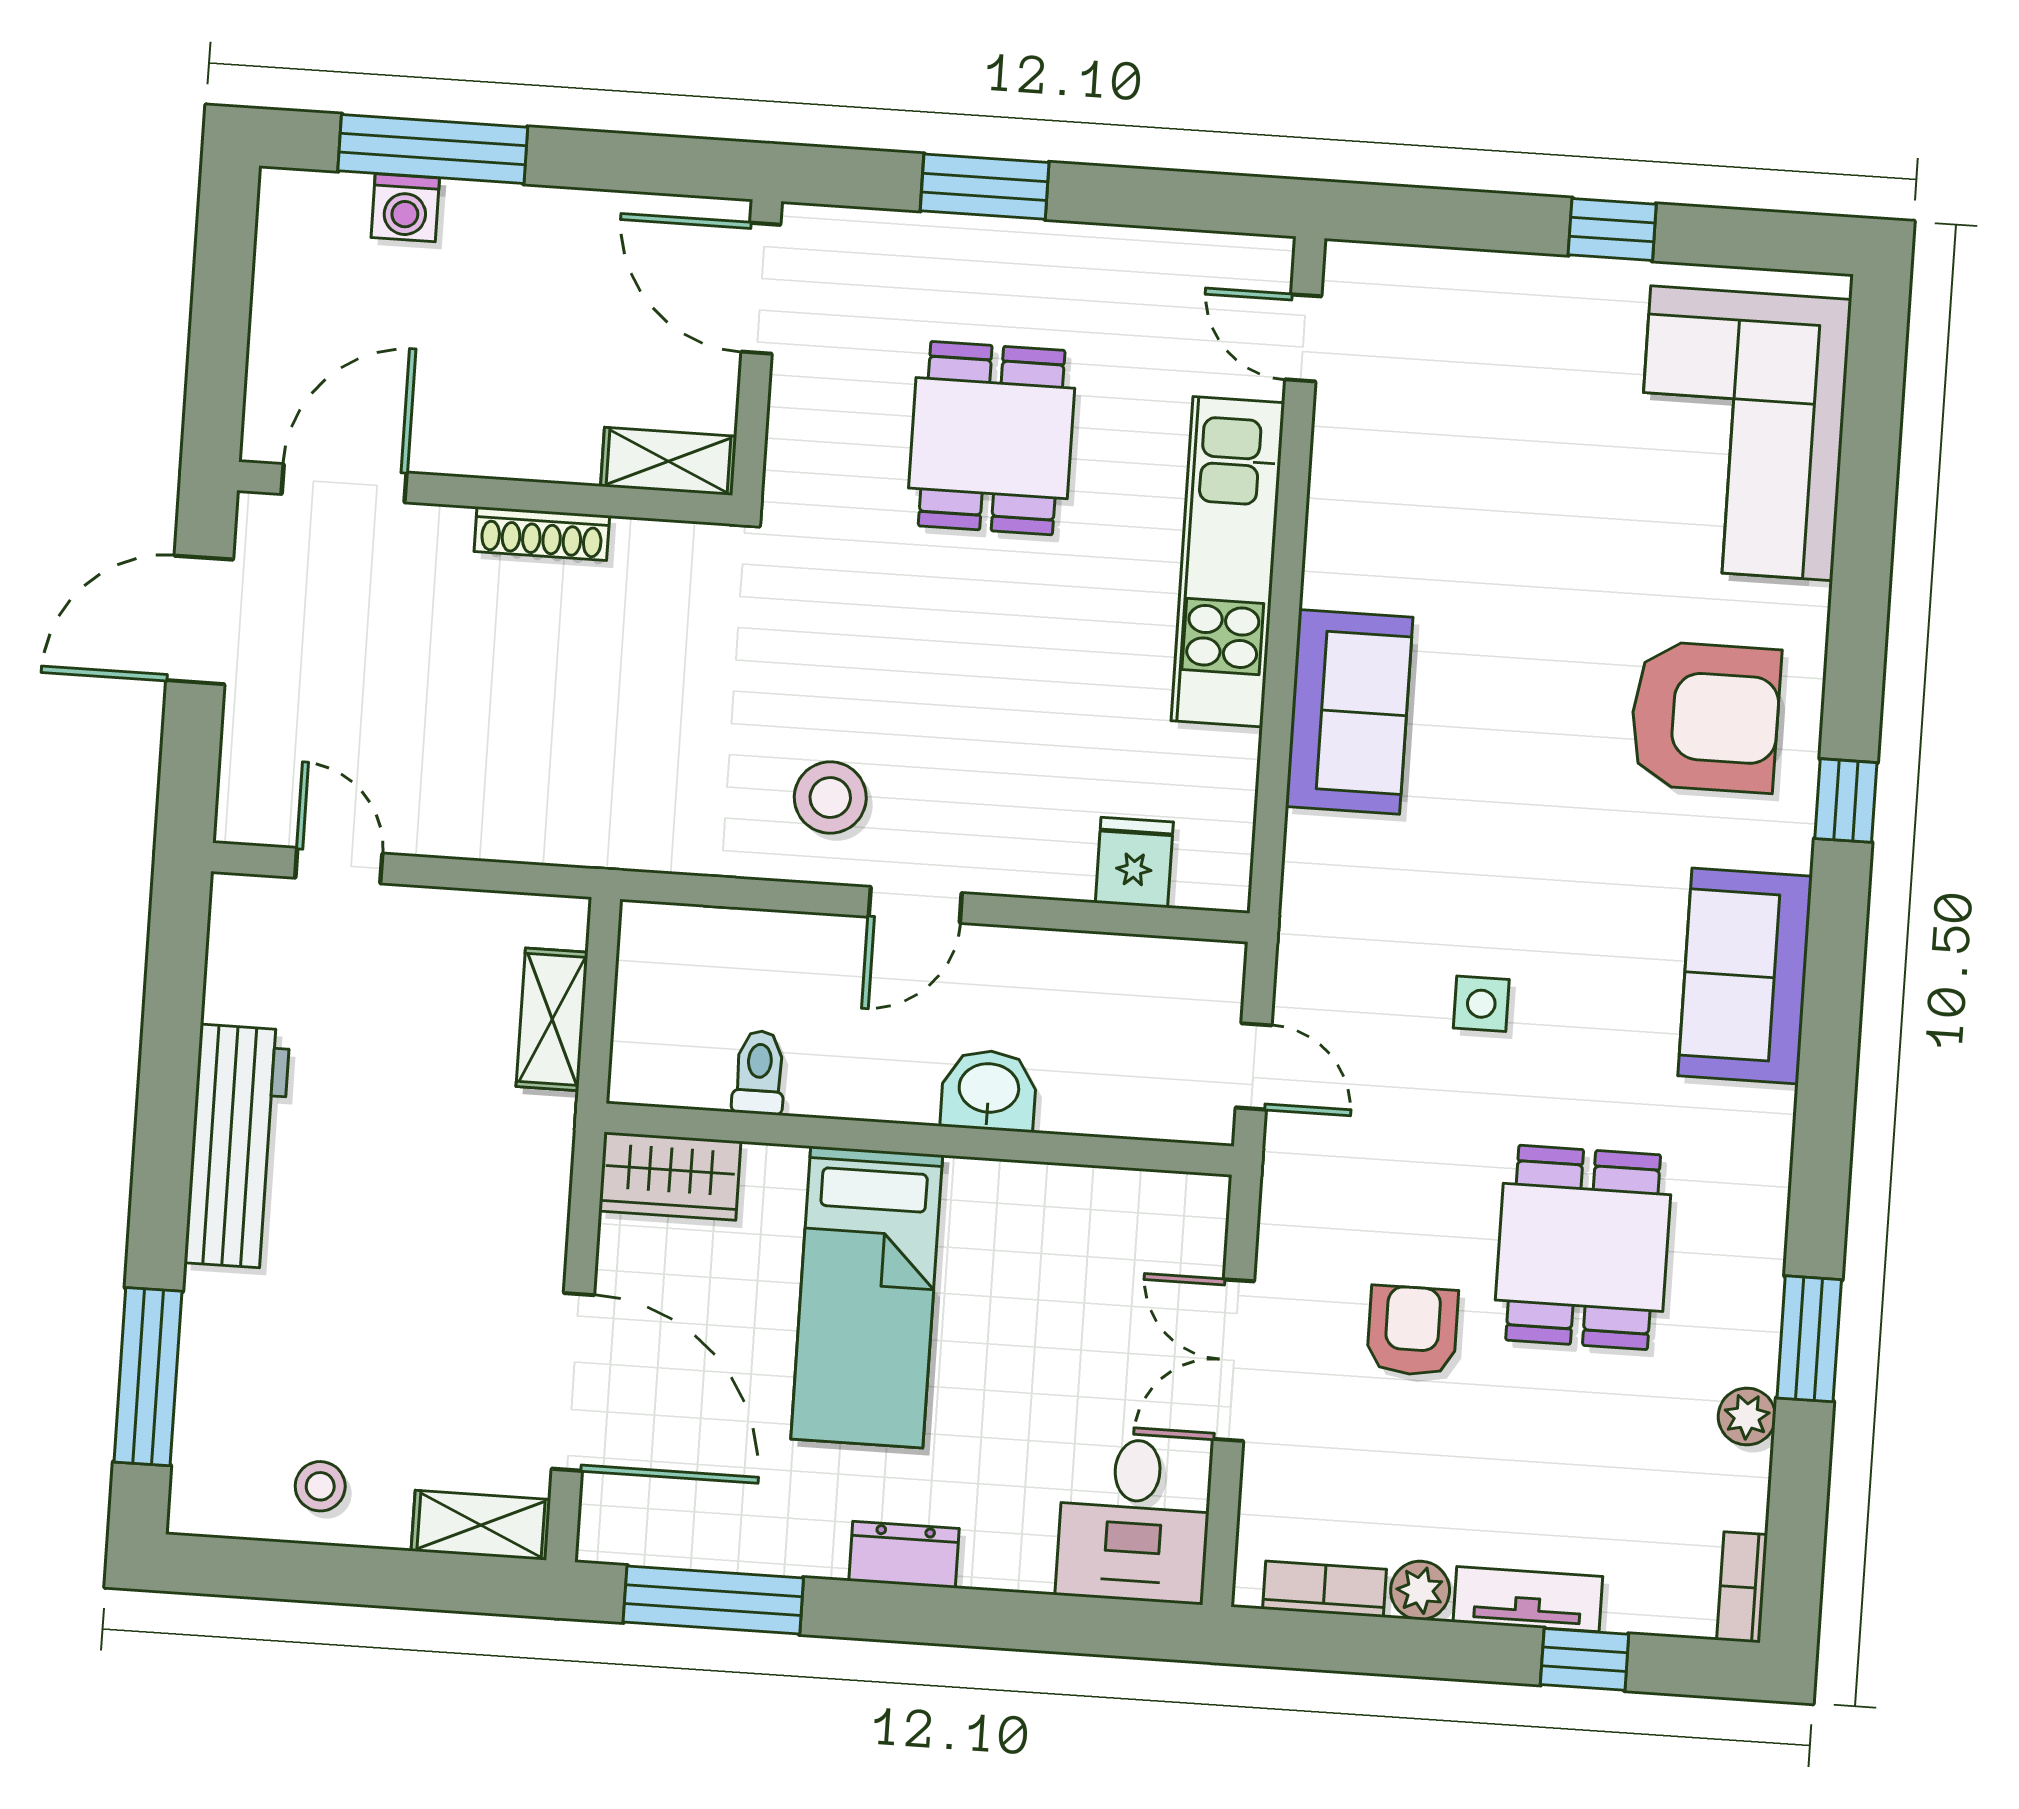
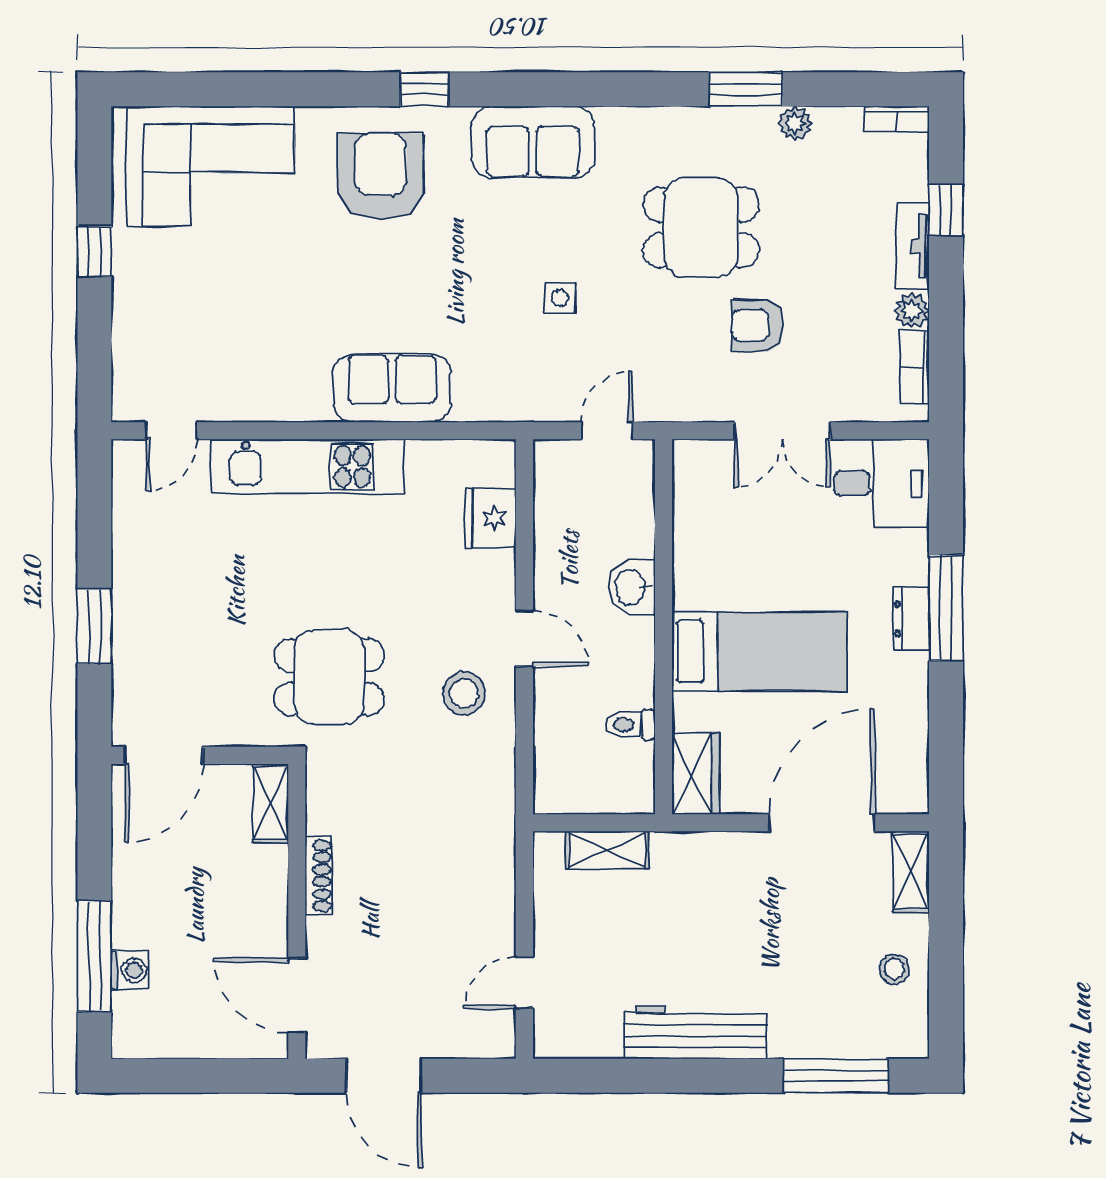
dining table: (992, 438) -> (329, 677), moved
fridge: (1134, 863) -> (490, 518), width x1.38
window: (713, 1600) -> (946, 608), moved

